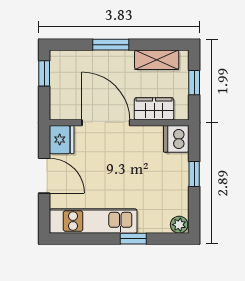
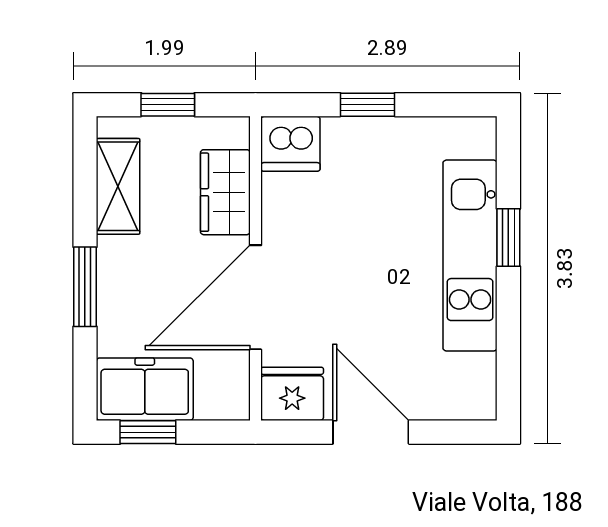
freezer: (64, 72) -> (145, 389), added
door: (44, 176) -> (371, 432), hinge flipped
kitchen unit: (93, 221) -> (470, 256), moved
plant: (179, 225) -> (478, 137), removed

